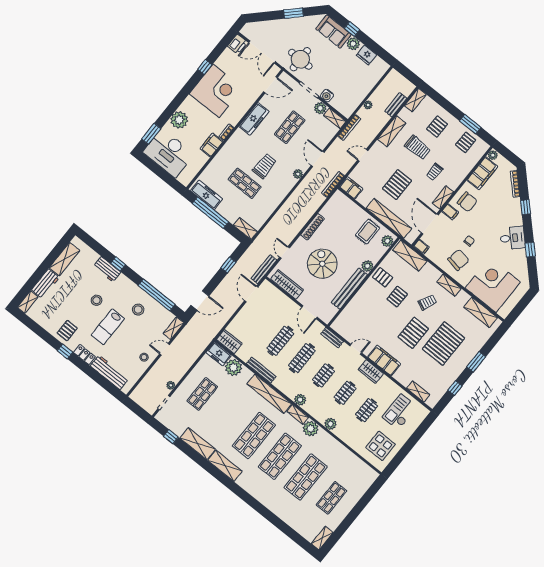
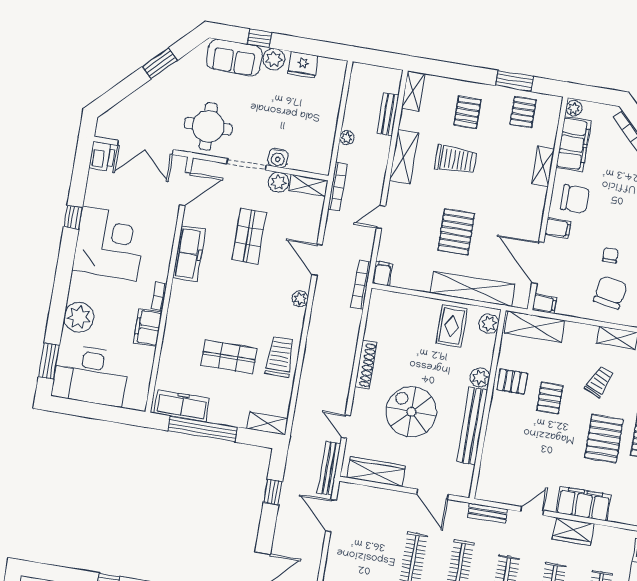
trolley: (264, 166) -> (280, 357), moved
trolley: (435, 172) -> (501, 182), removed
filing cabinet: (351, 188) -> (382, 274), width x0.50
shelving: (443, 197) -> (543, 166), moved

